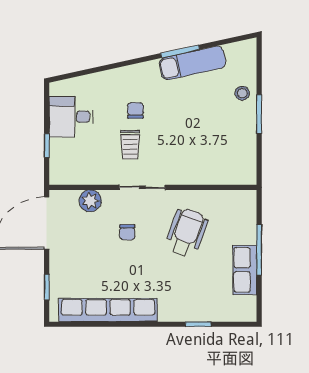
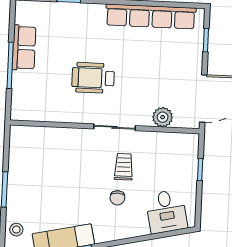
stool: (242, 93) -> (16, 230), moved
desk: (71, 117) -> (166, 211), moved, turned 78
chair: (127, 232) -> (130, 87), removed
wheelchair: (187, 233) -> (93, 78), moved, turned 70

